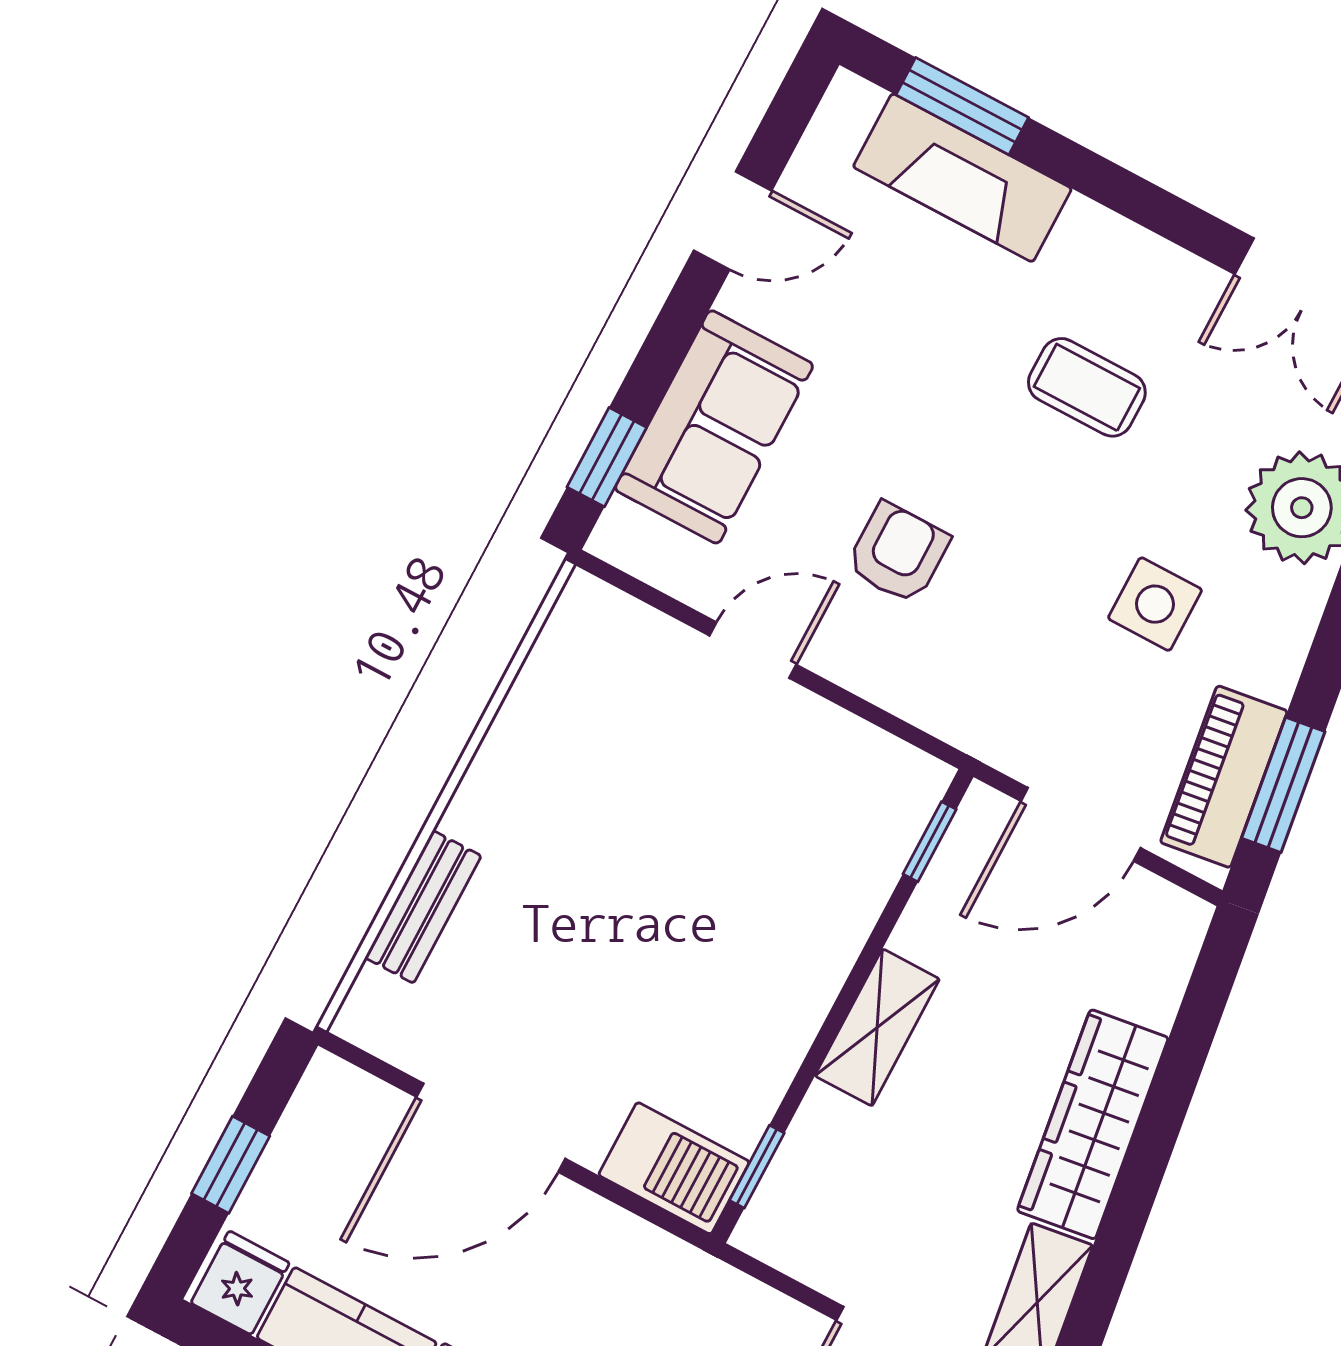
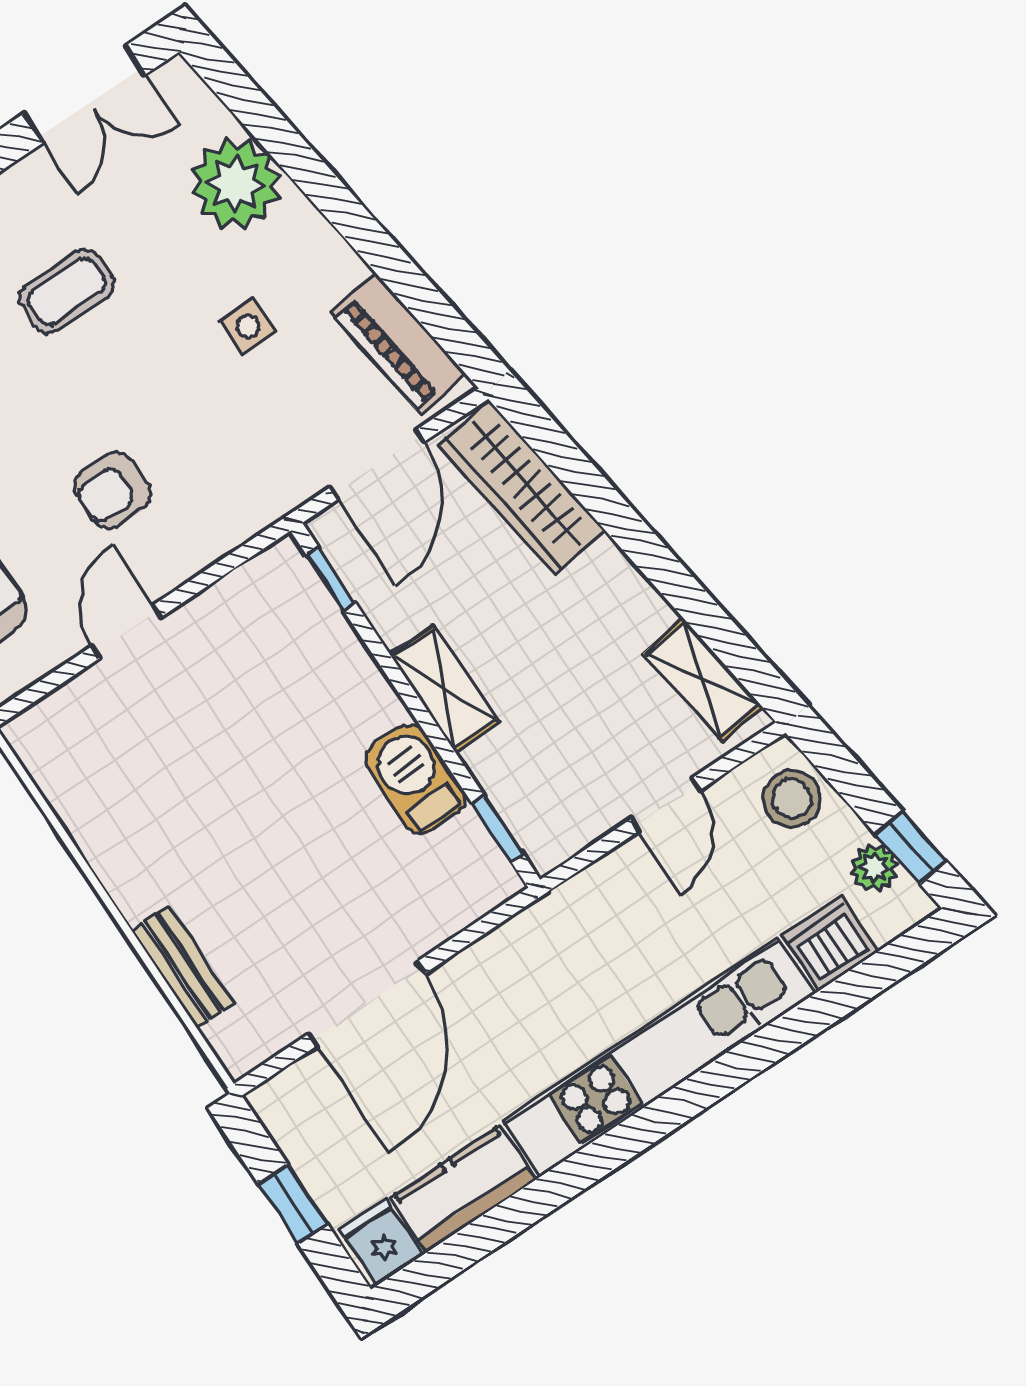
armchair: (898, 553) -> (112, 491), turned -90
side table: (1155, 604) -> (248, 326), width x0.73, depth x0.73
window: (1283, 785) -> (427, 304), removed
wardrobe: (1093, 1124) -> (522, 487), moved
barbecue: (674, 1168) -> (415, 779), moved, turned -90

